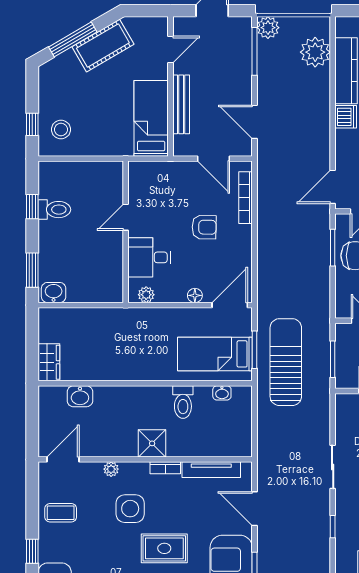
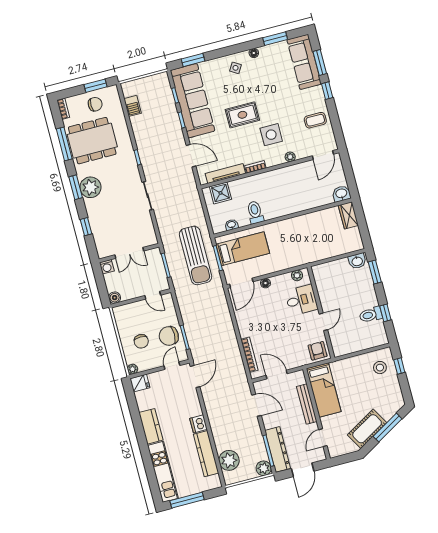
dresser: (241, 50) -> (278, 449), added
armchair: (204, 227) -> (318, 351), moved, turned 89
washbasin: (80, 396) -> (341, 194), moved
shower: (152, 443) -> (220, 193), moved

